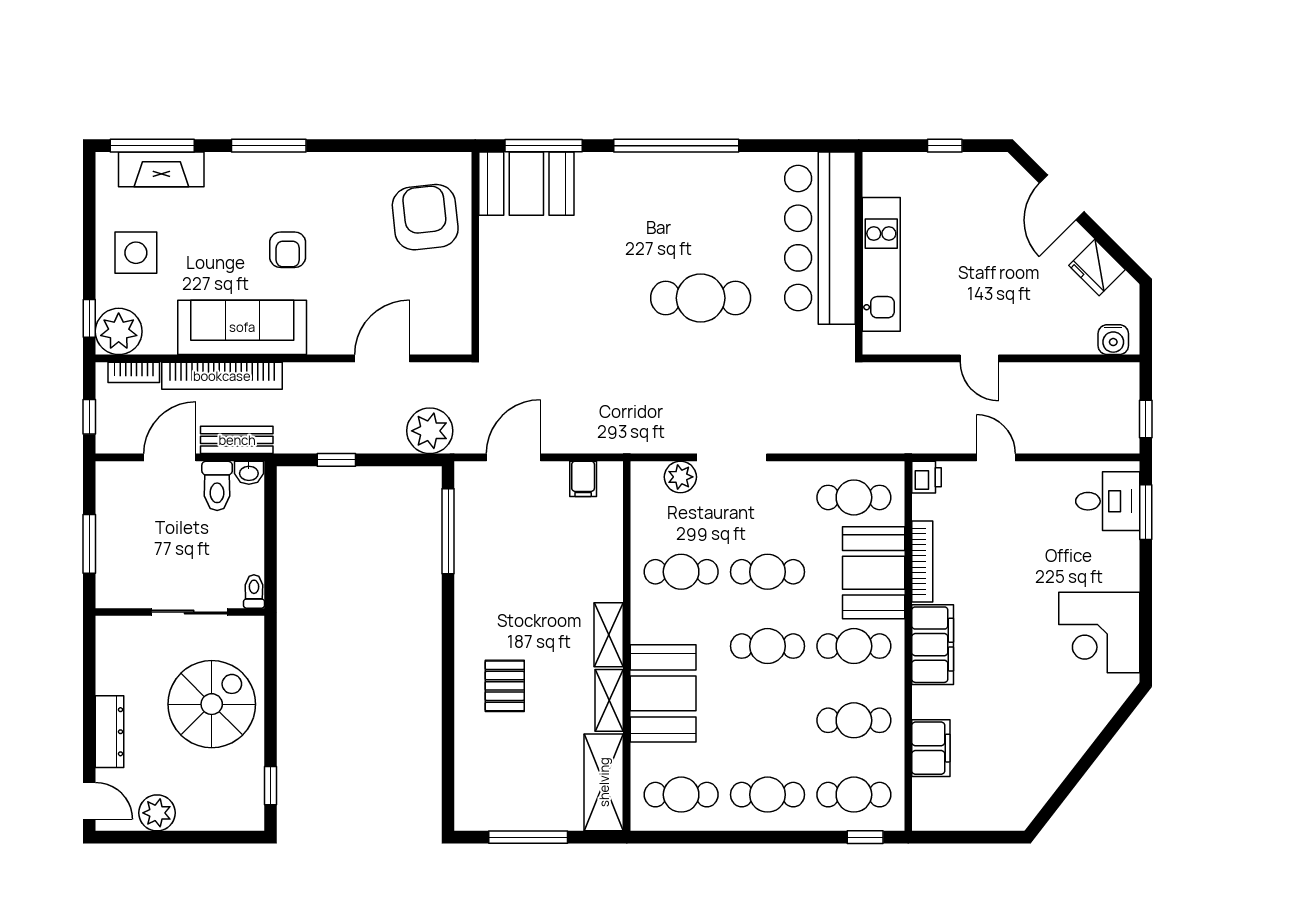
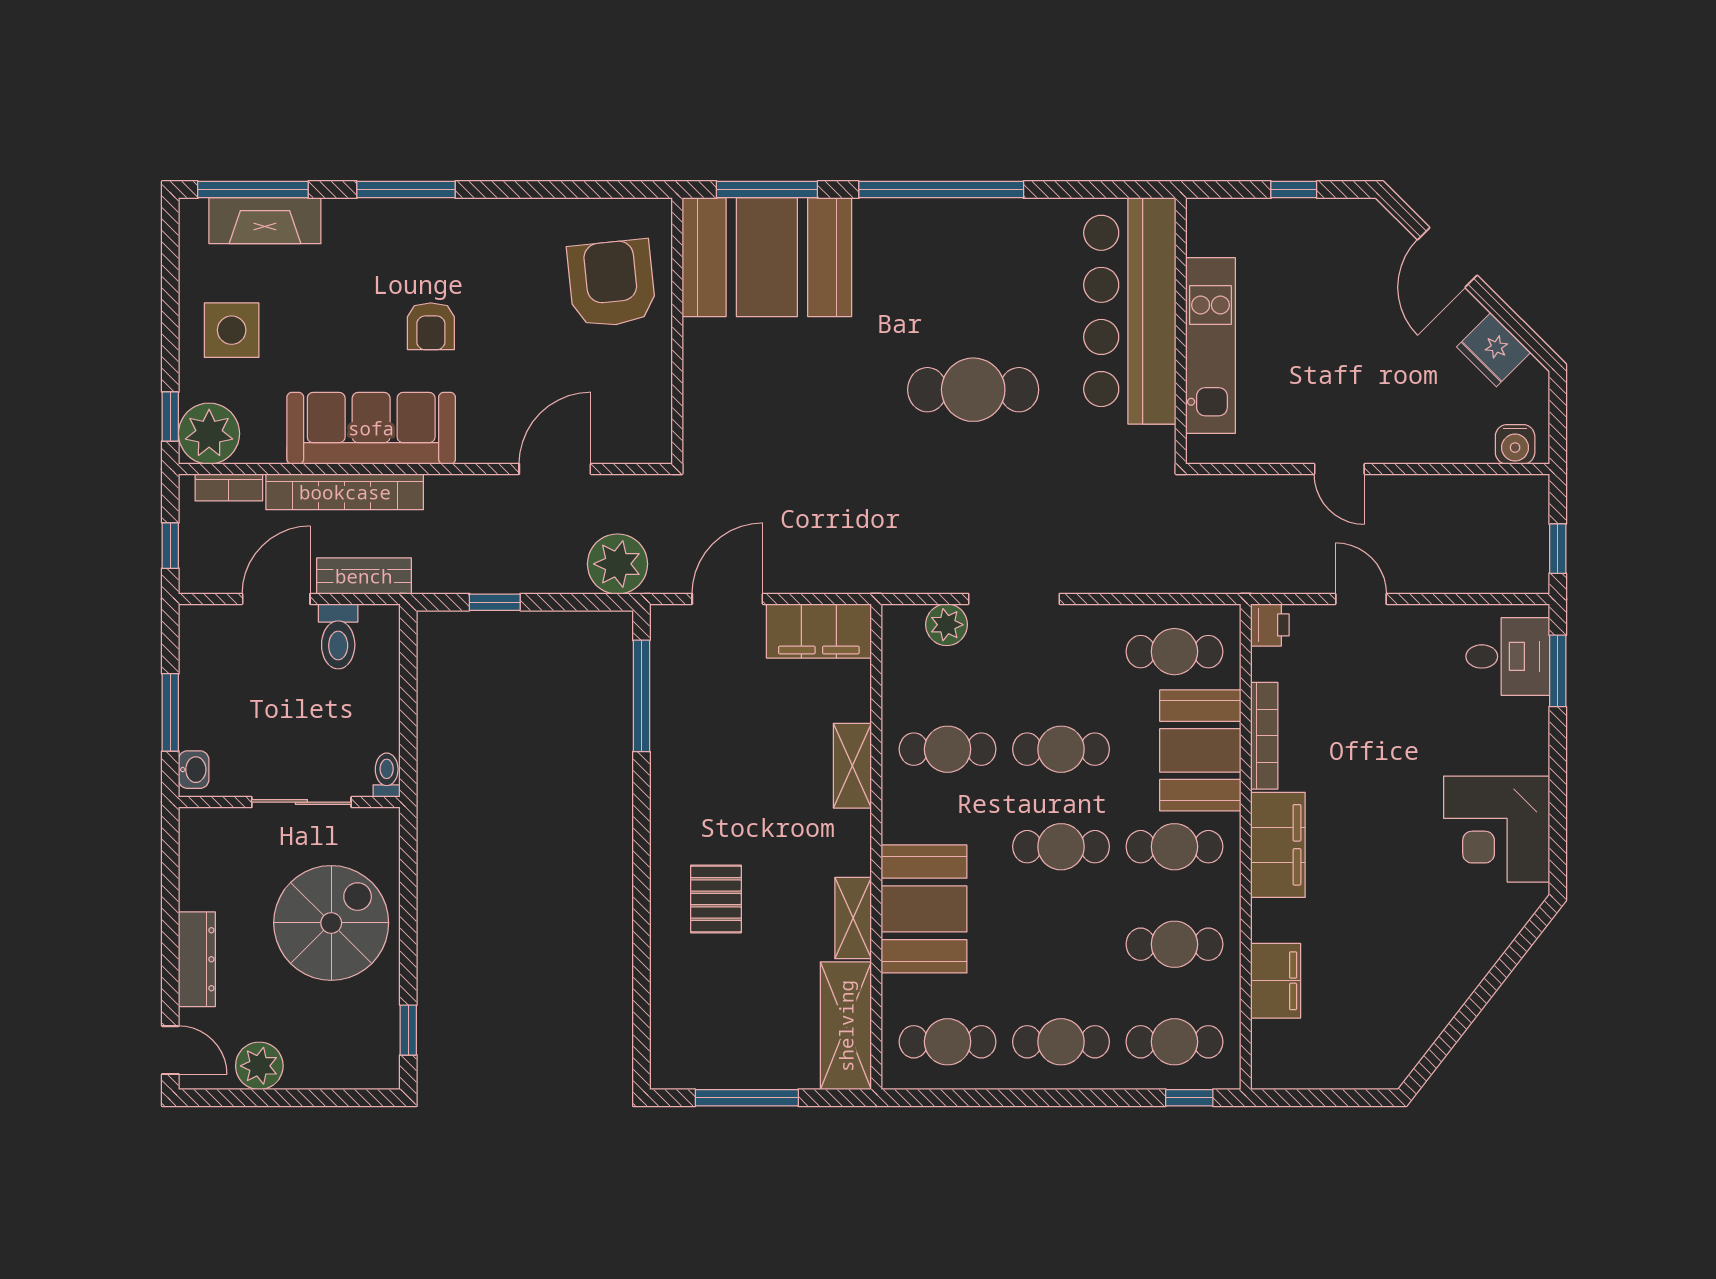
booth: (526, 184) -> (767, 257), width x1.36, depth x1.42
washbasin: (249, 473) -> (194, 770), moved, turned -90
filing cabinet: (583, 479) -> (819, 631), width x3.00, depth x1.17
shelving: (609, 635) -> (852, 766), moved

